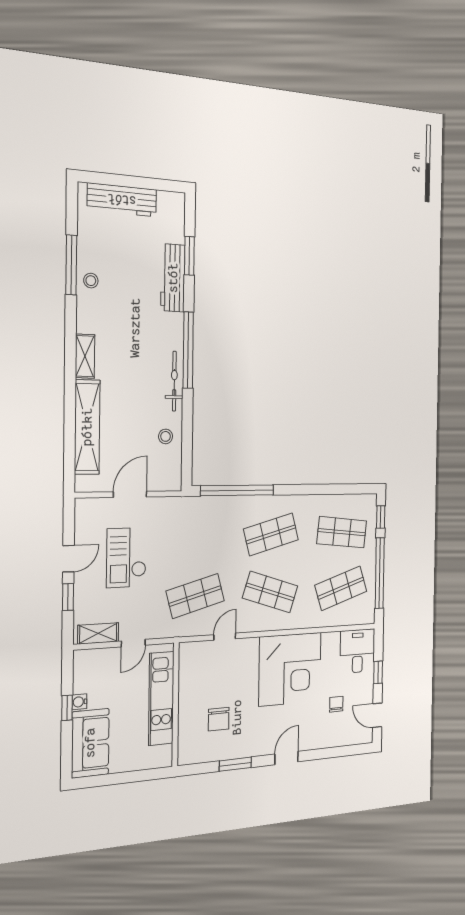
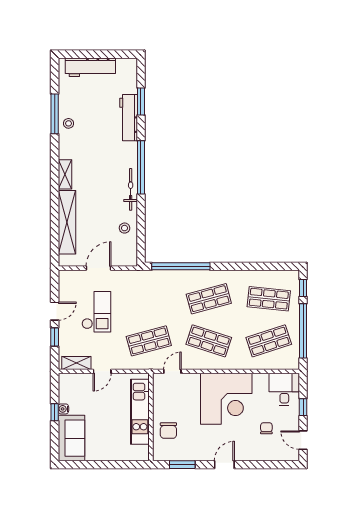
checkout: (126, 558) -> (96, 312), turned 180
kitchen unit: (161, 698) -> (140, 412), moved
wall: (176, 705) -> (151, 417), moved

